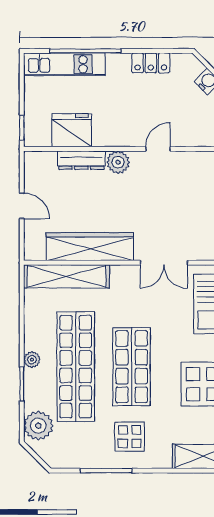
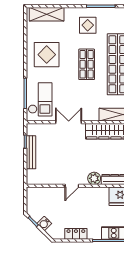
shop shelf: (132, 367) -> (87, 64), width x0.70, depth x0.74

